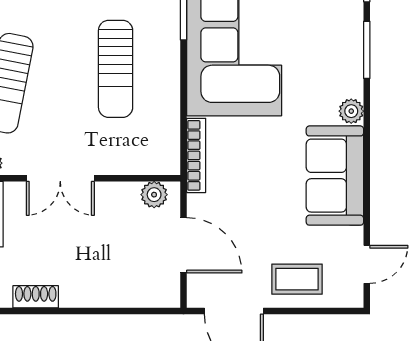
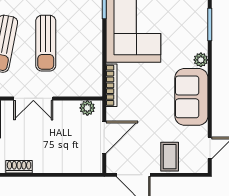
sun lounger: (116, 69) -> (46, 43), moved
door: (183, 245) -> (104, 137), hinge flipped
coffee table: (297, 279) -> (170, 157), turned 90

